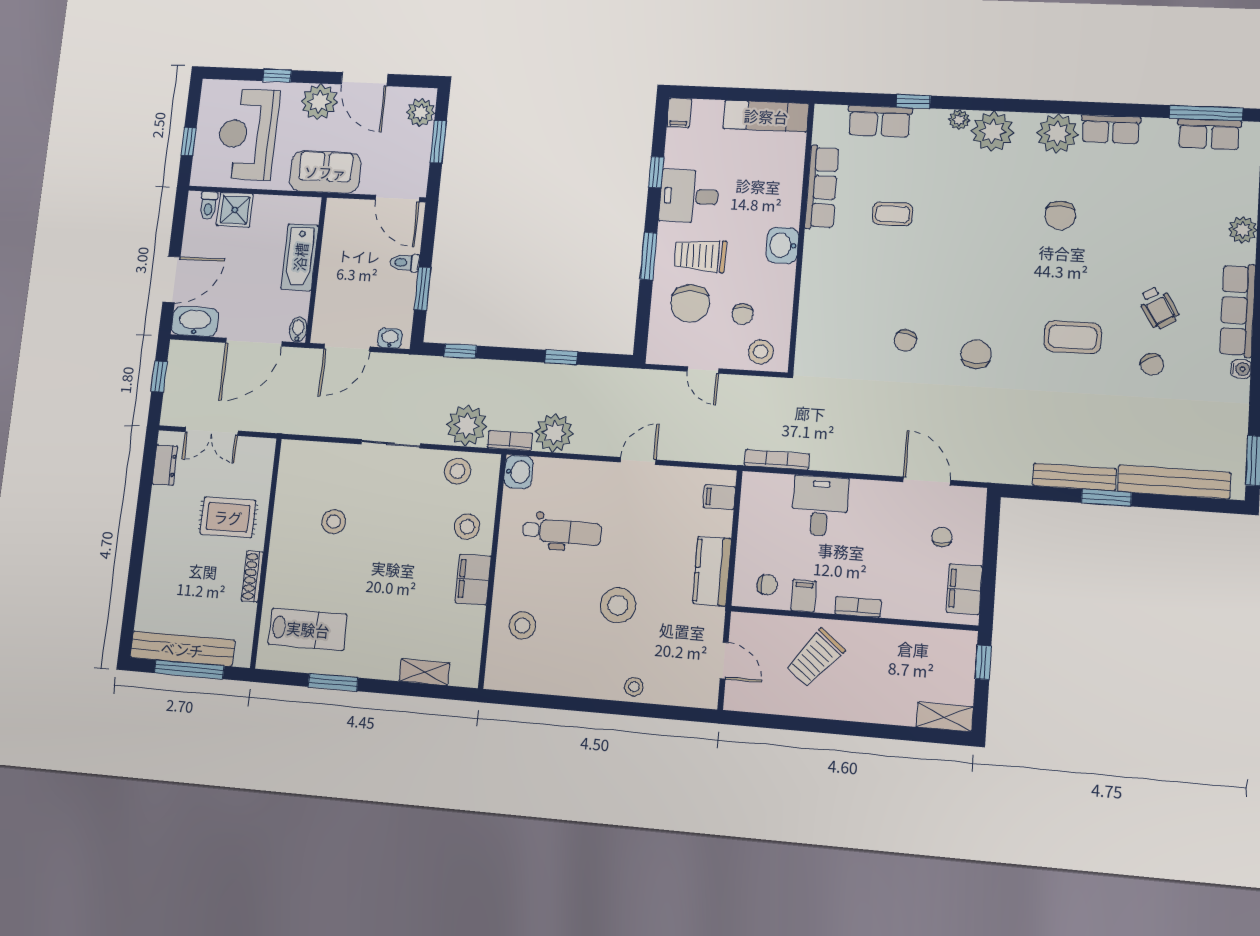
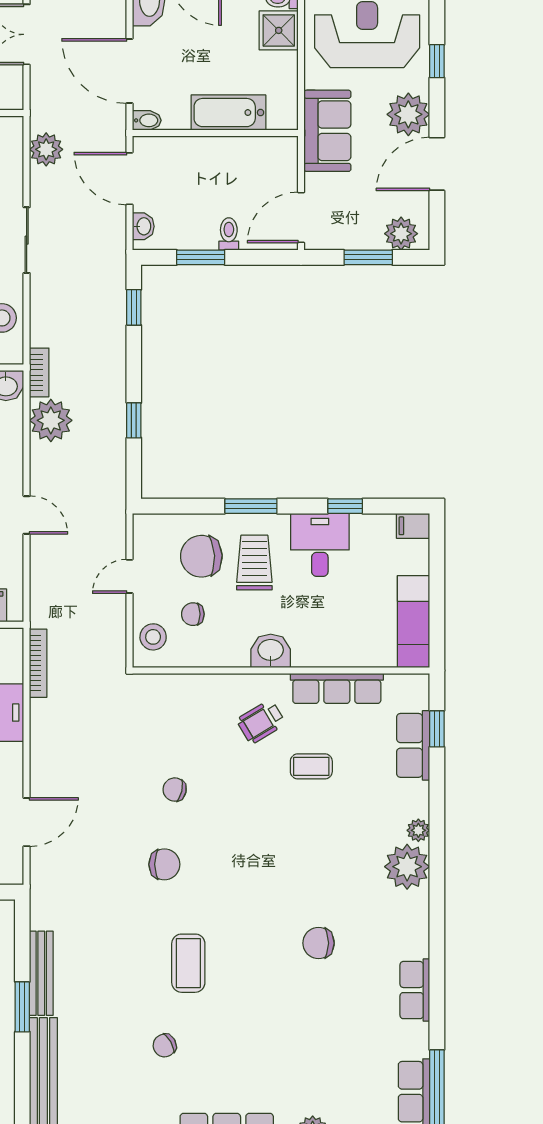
window: (913, 101) -> (437, 729), moved
plant: (1057, 133) -> (408, 935), removed
coffee table: (893, 214) -> (311, 766), turned 90
wheelchair: (1158, 308) -> (261, 722), moved
plant: (467, 426) -> (46, 149), moved, width x0.73, depth x0.73

